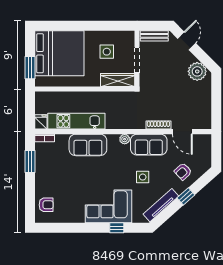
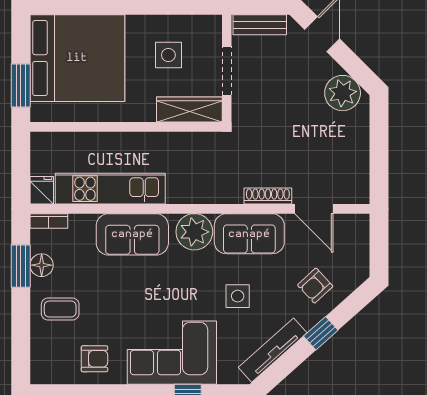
plant: (125, 139) -> (194, 232), width x1.87, depth x1.87
floor lamp: (41, 161) -> (42, 265), added
coffee table: (50, 184) -> (60, 309), added
armchair: (46, 205) -> (94, 359), moved

